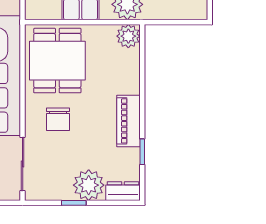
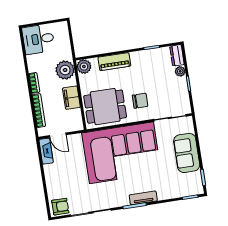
piano: (129, 121) -> (114, 62), moved
plant: (89, 185) -> (180, 71), width x0.53, depth x0.53

